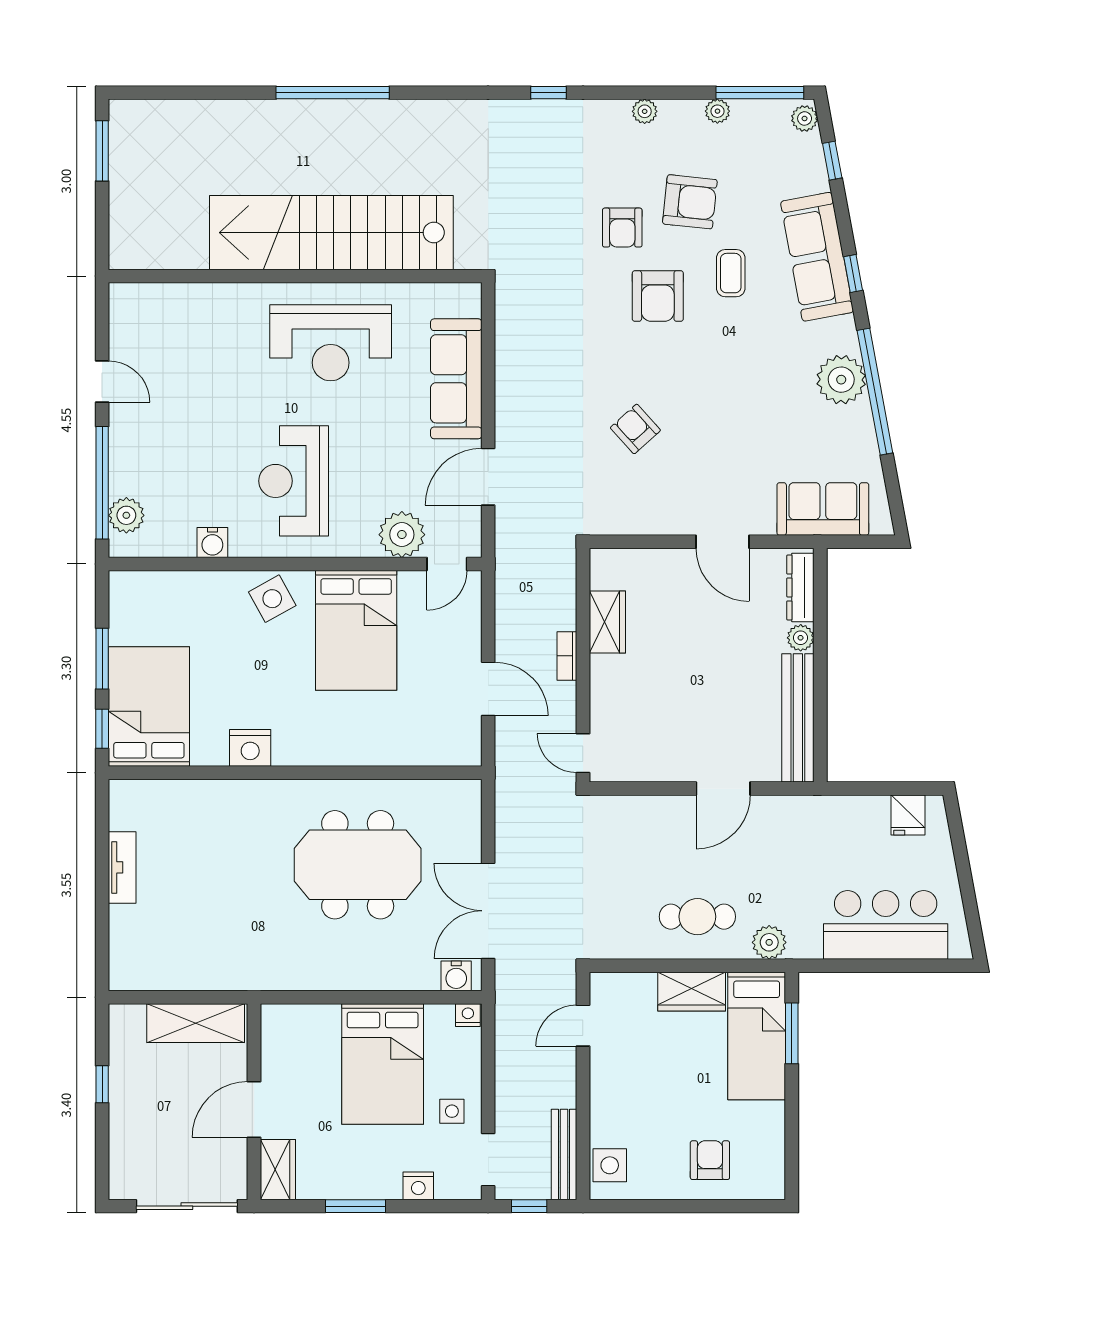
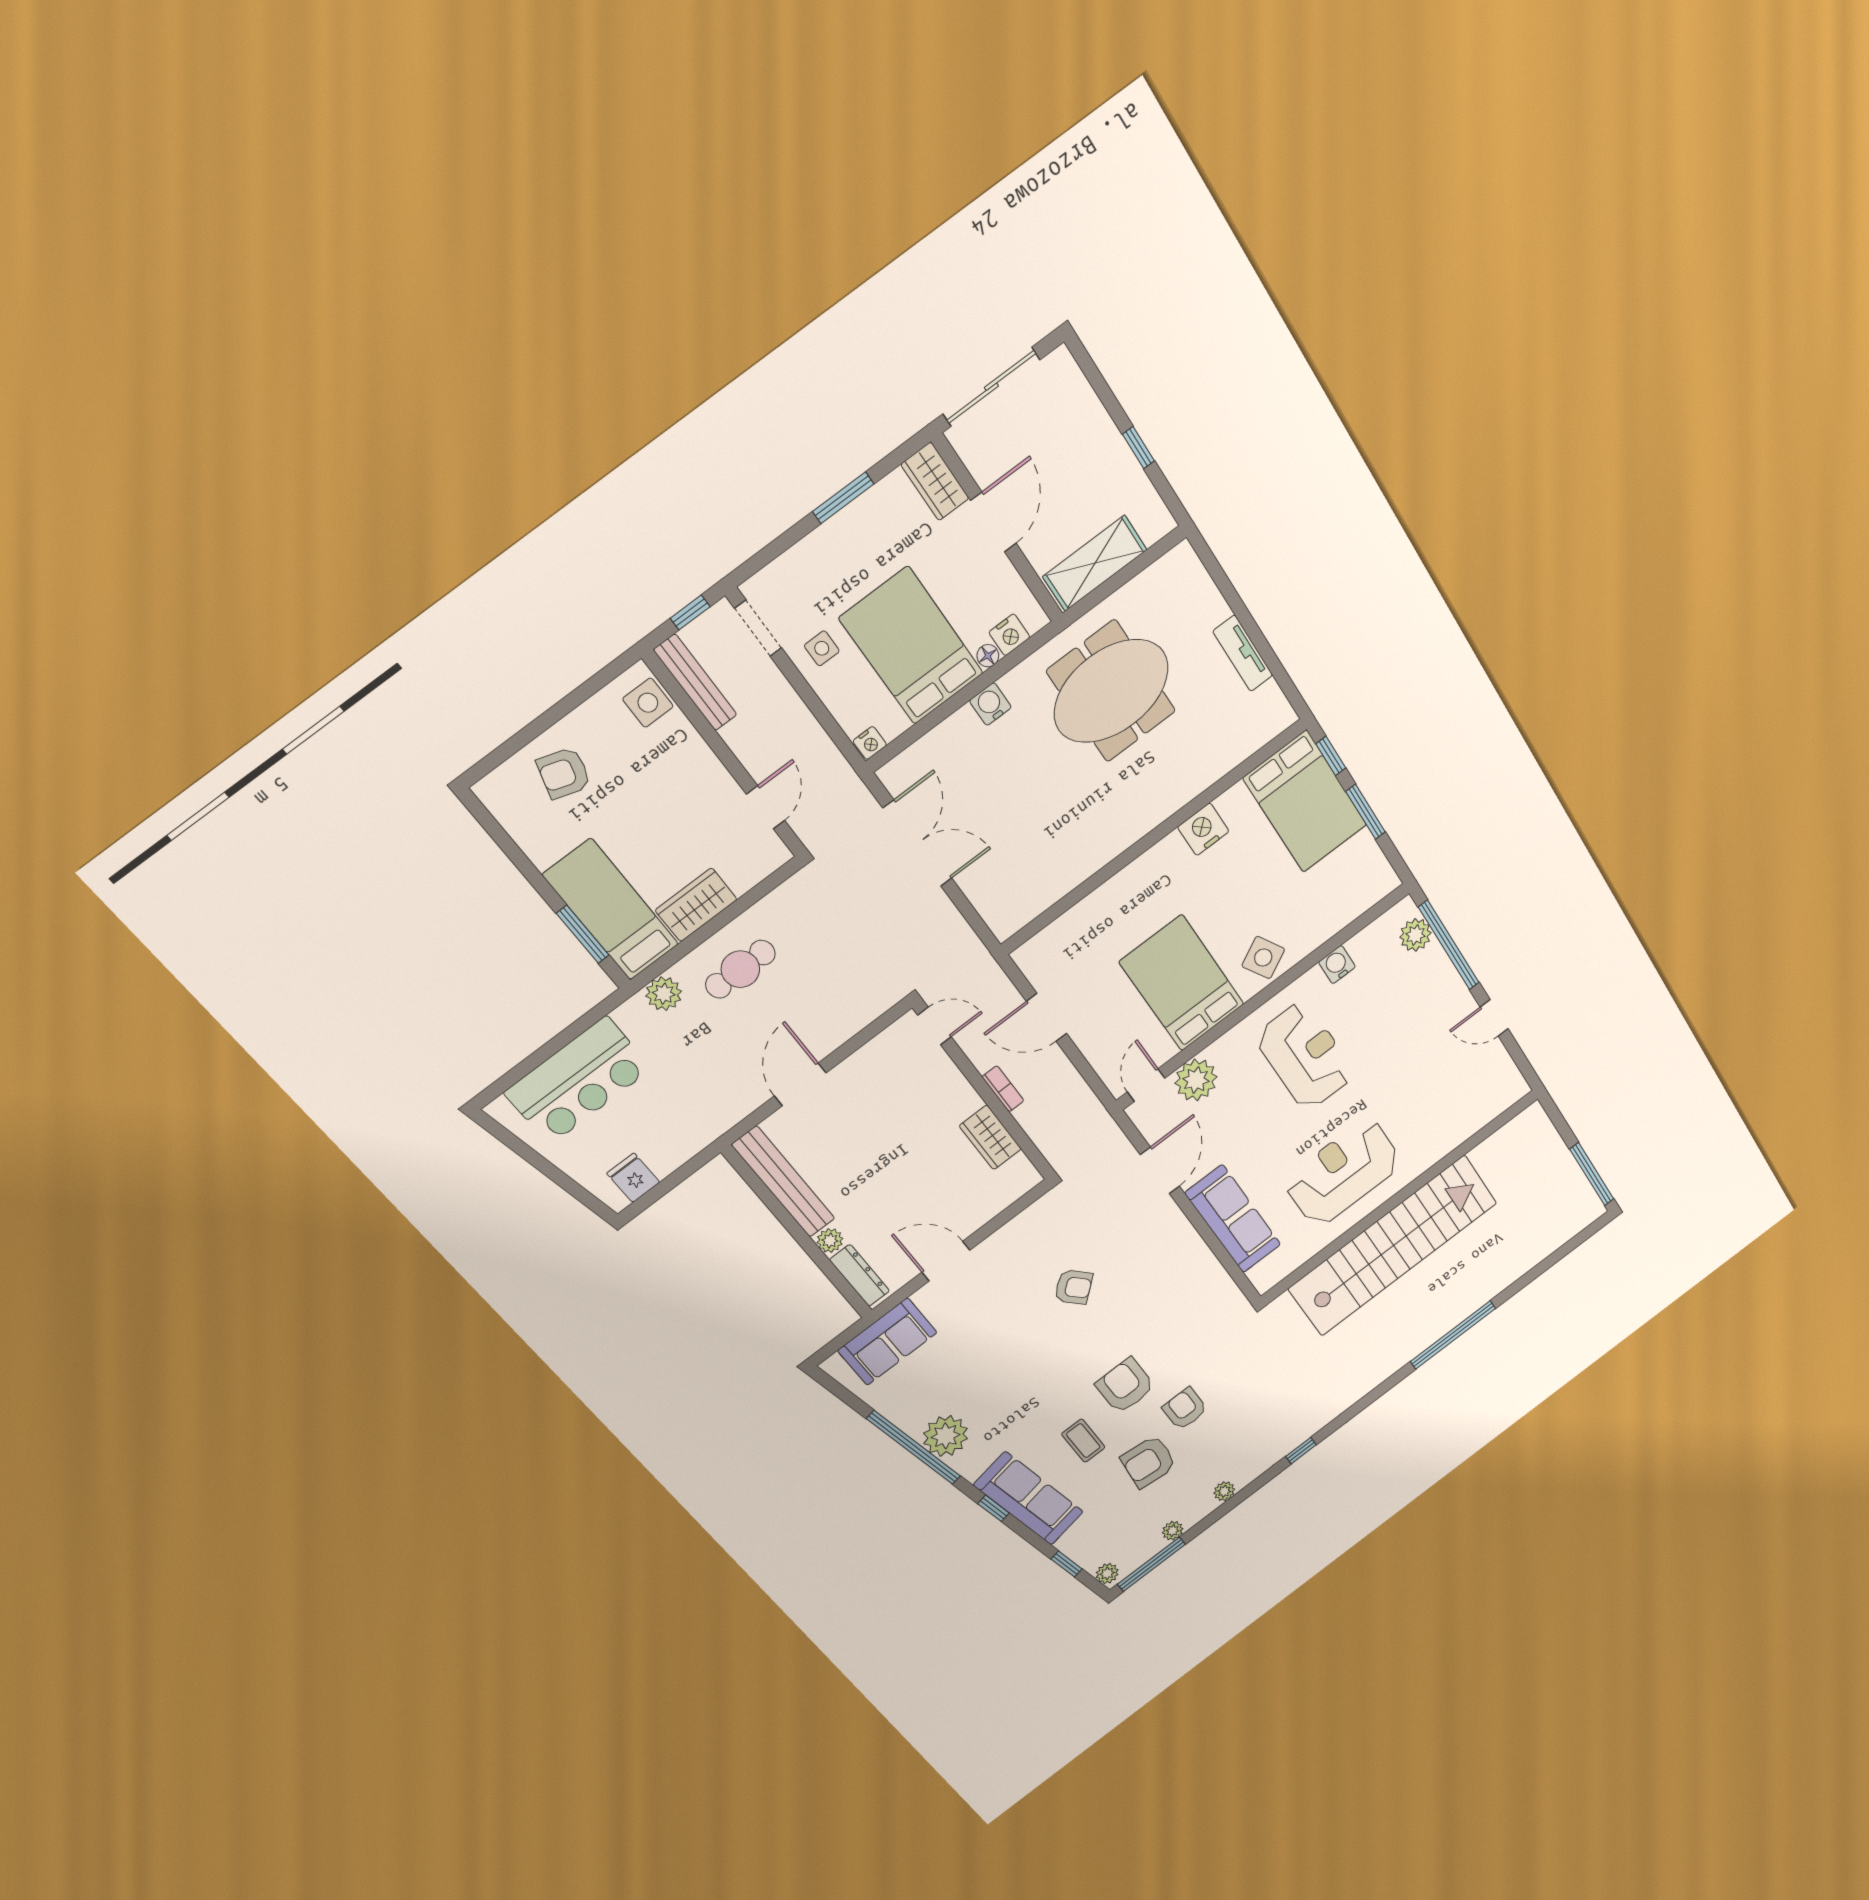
window: (102, 151) -> (1592, 1174), width x1.44
meeting table: (358, 865) -> (1111, 691), moved
water cooler: (456, 976) -> (990, 704), moved
floor lamp: (329, 1014) -> (988, 656), added
armchair: (710, 1160) -> (564, 773), turned 107
nightstand: (418, 1186) -> (1009, 635), moved, turned 180

